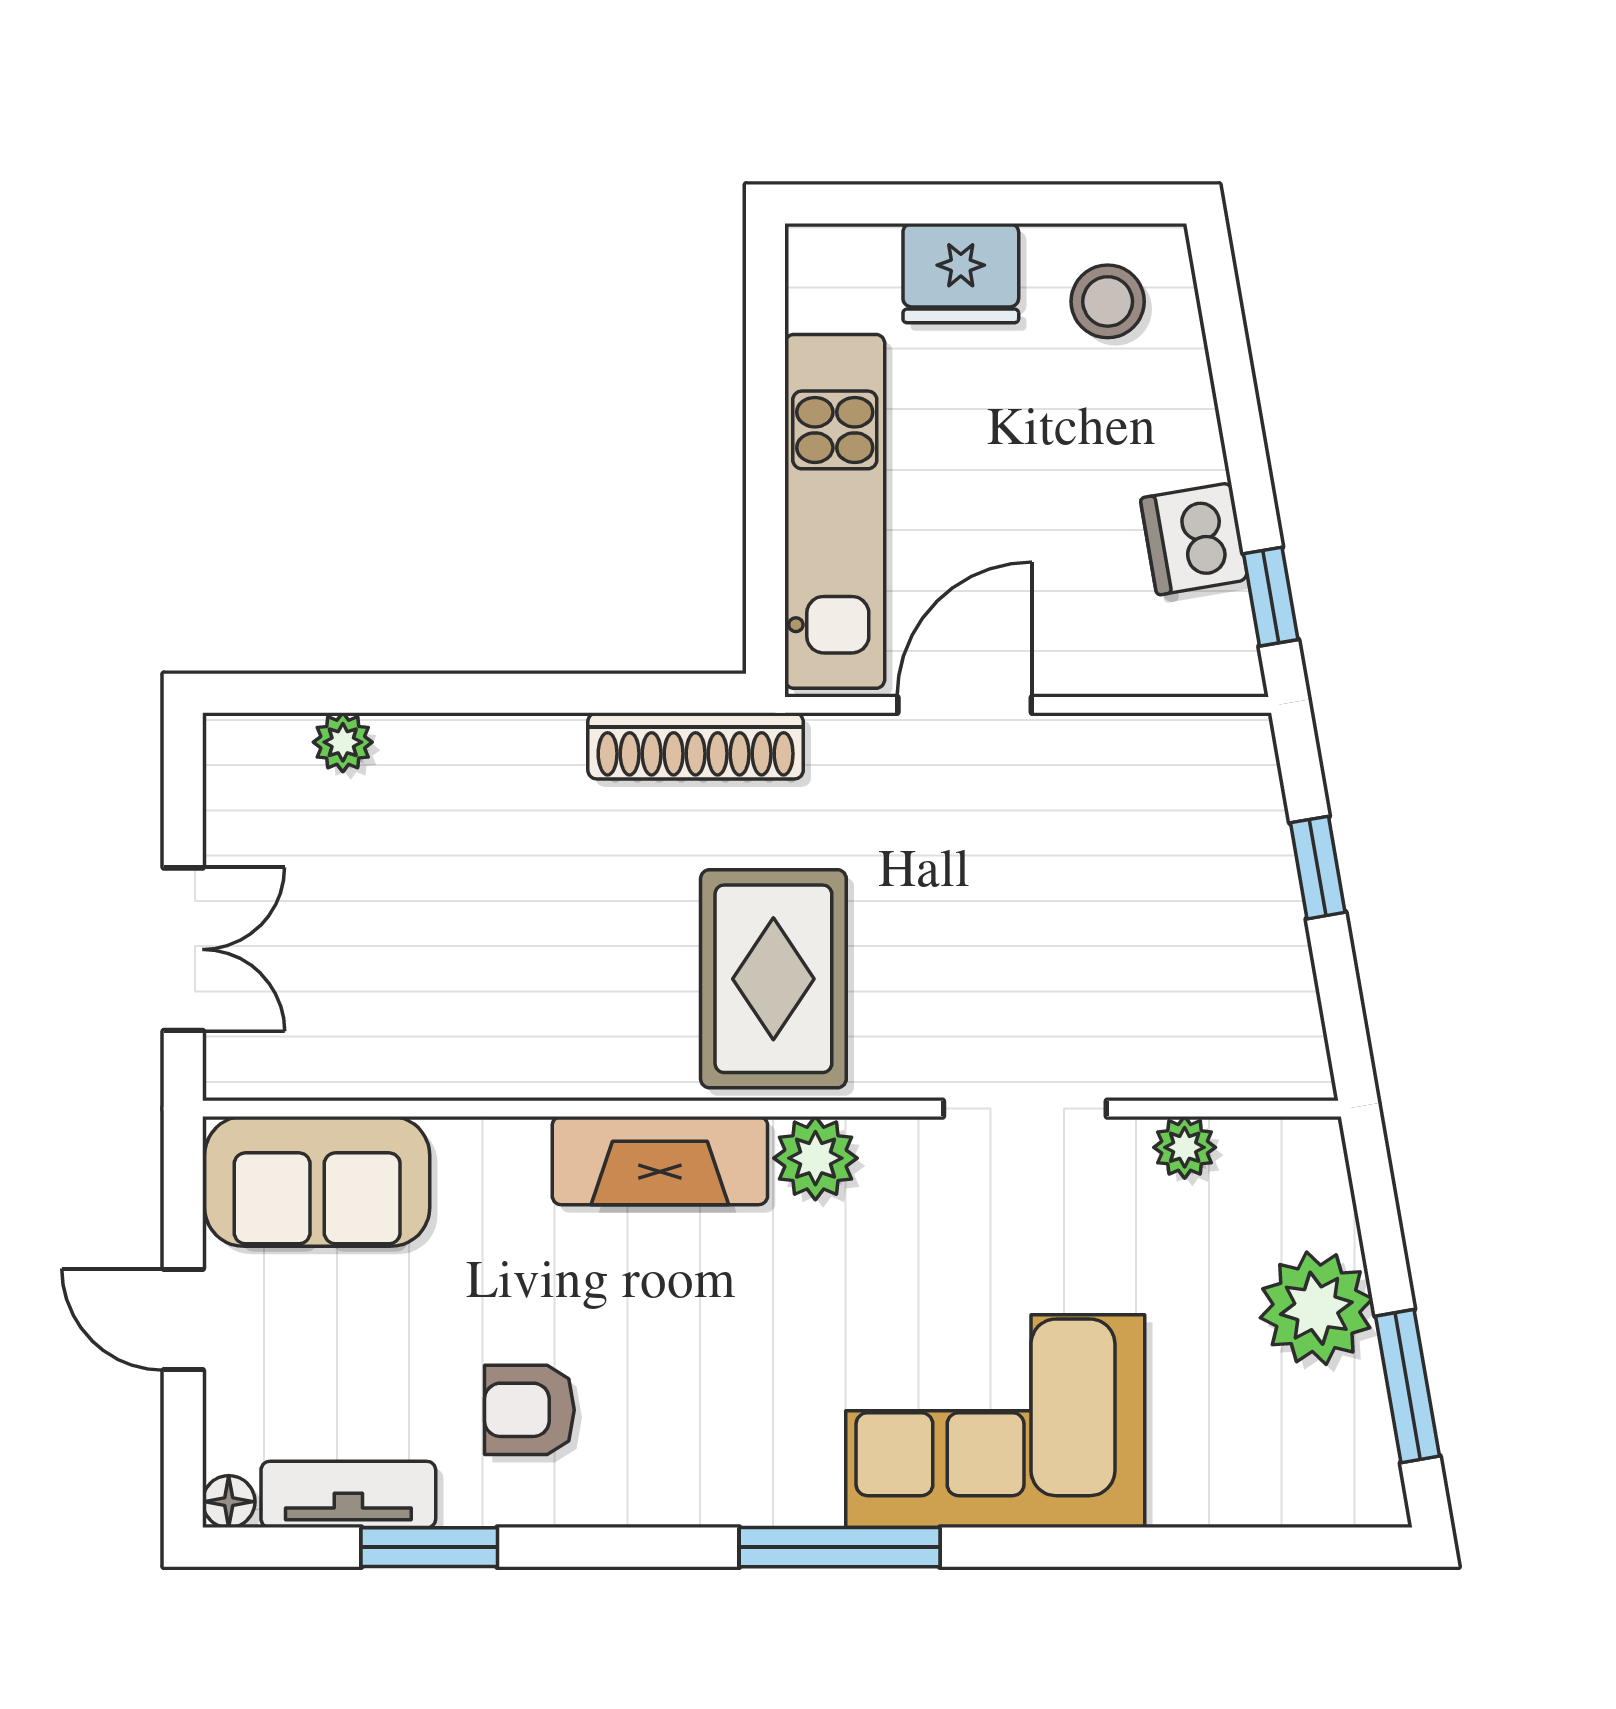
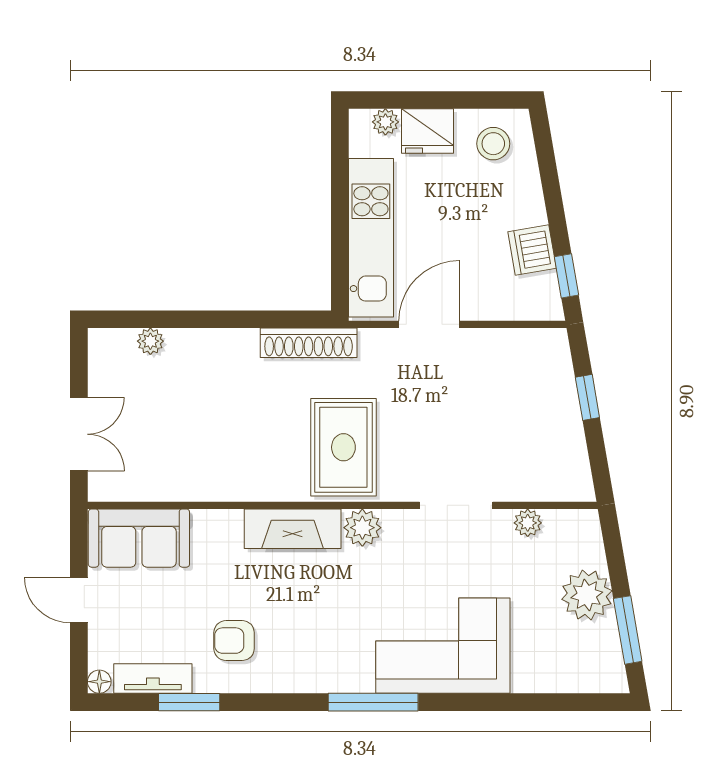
plant: (867, 253) -> (385, 122), added

